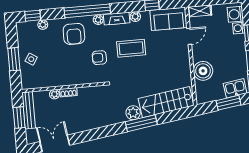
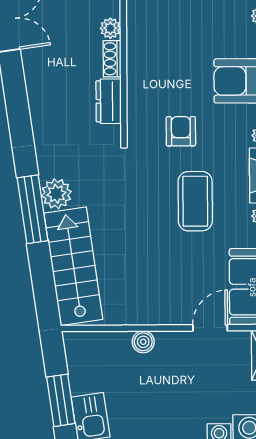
door: (189, 36) -> (210, 328), swing flipped
boiler: (203, 71) -> (143, 342), width x0.54, depth x0.54
dresser: (88, 92) -> (109, 101), added

